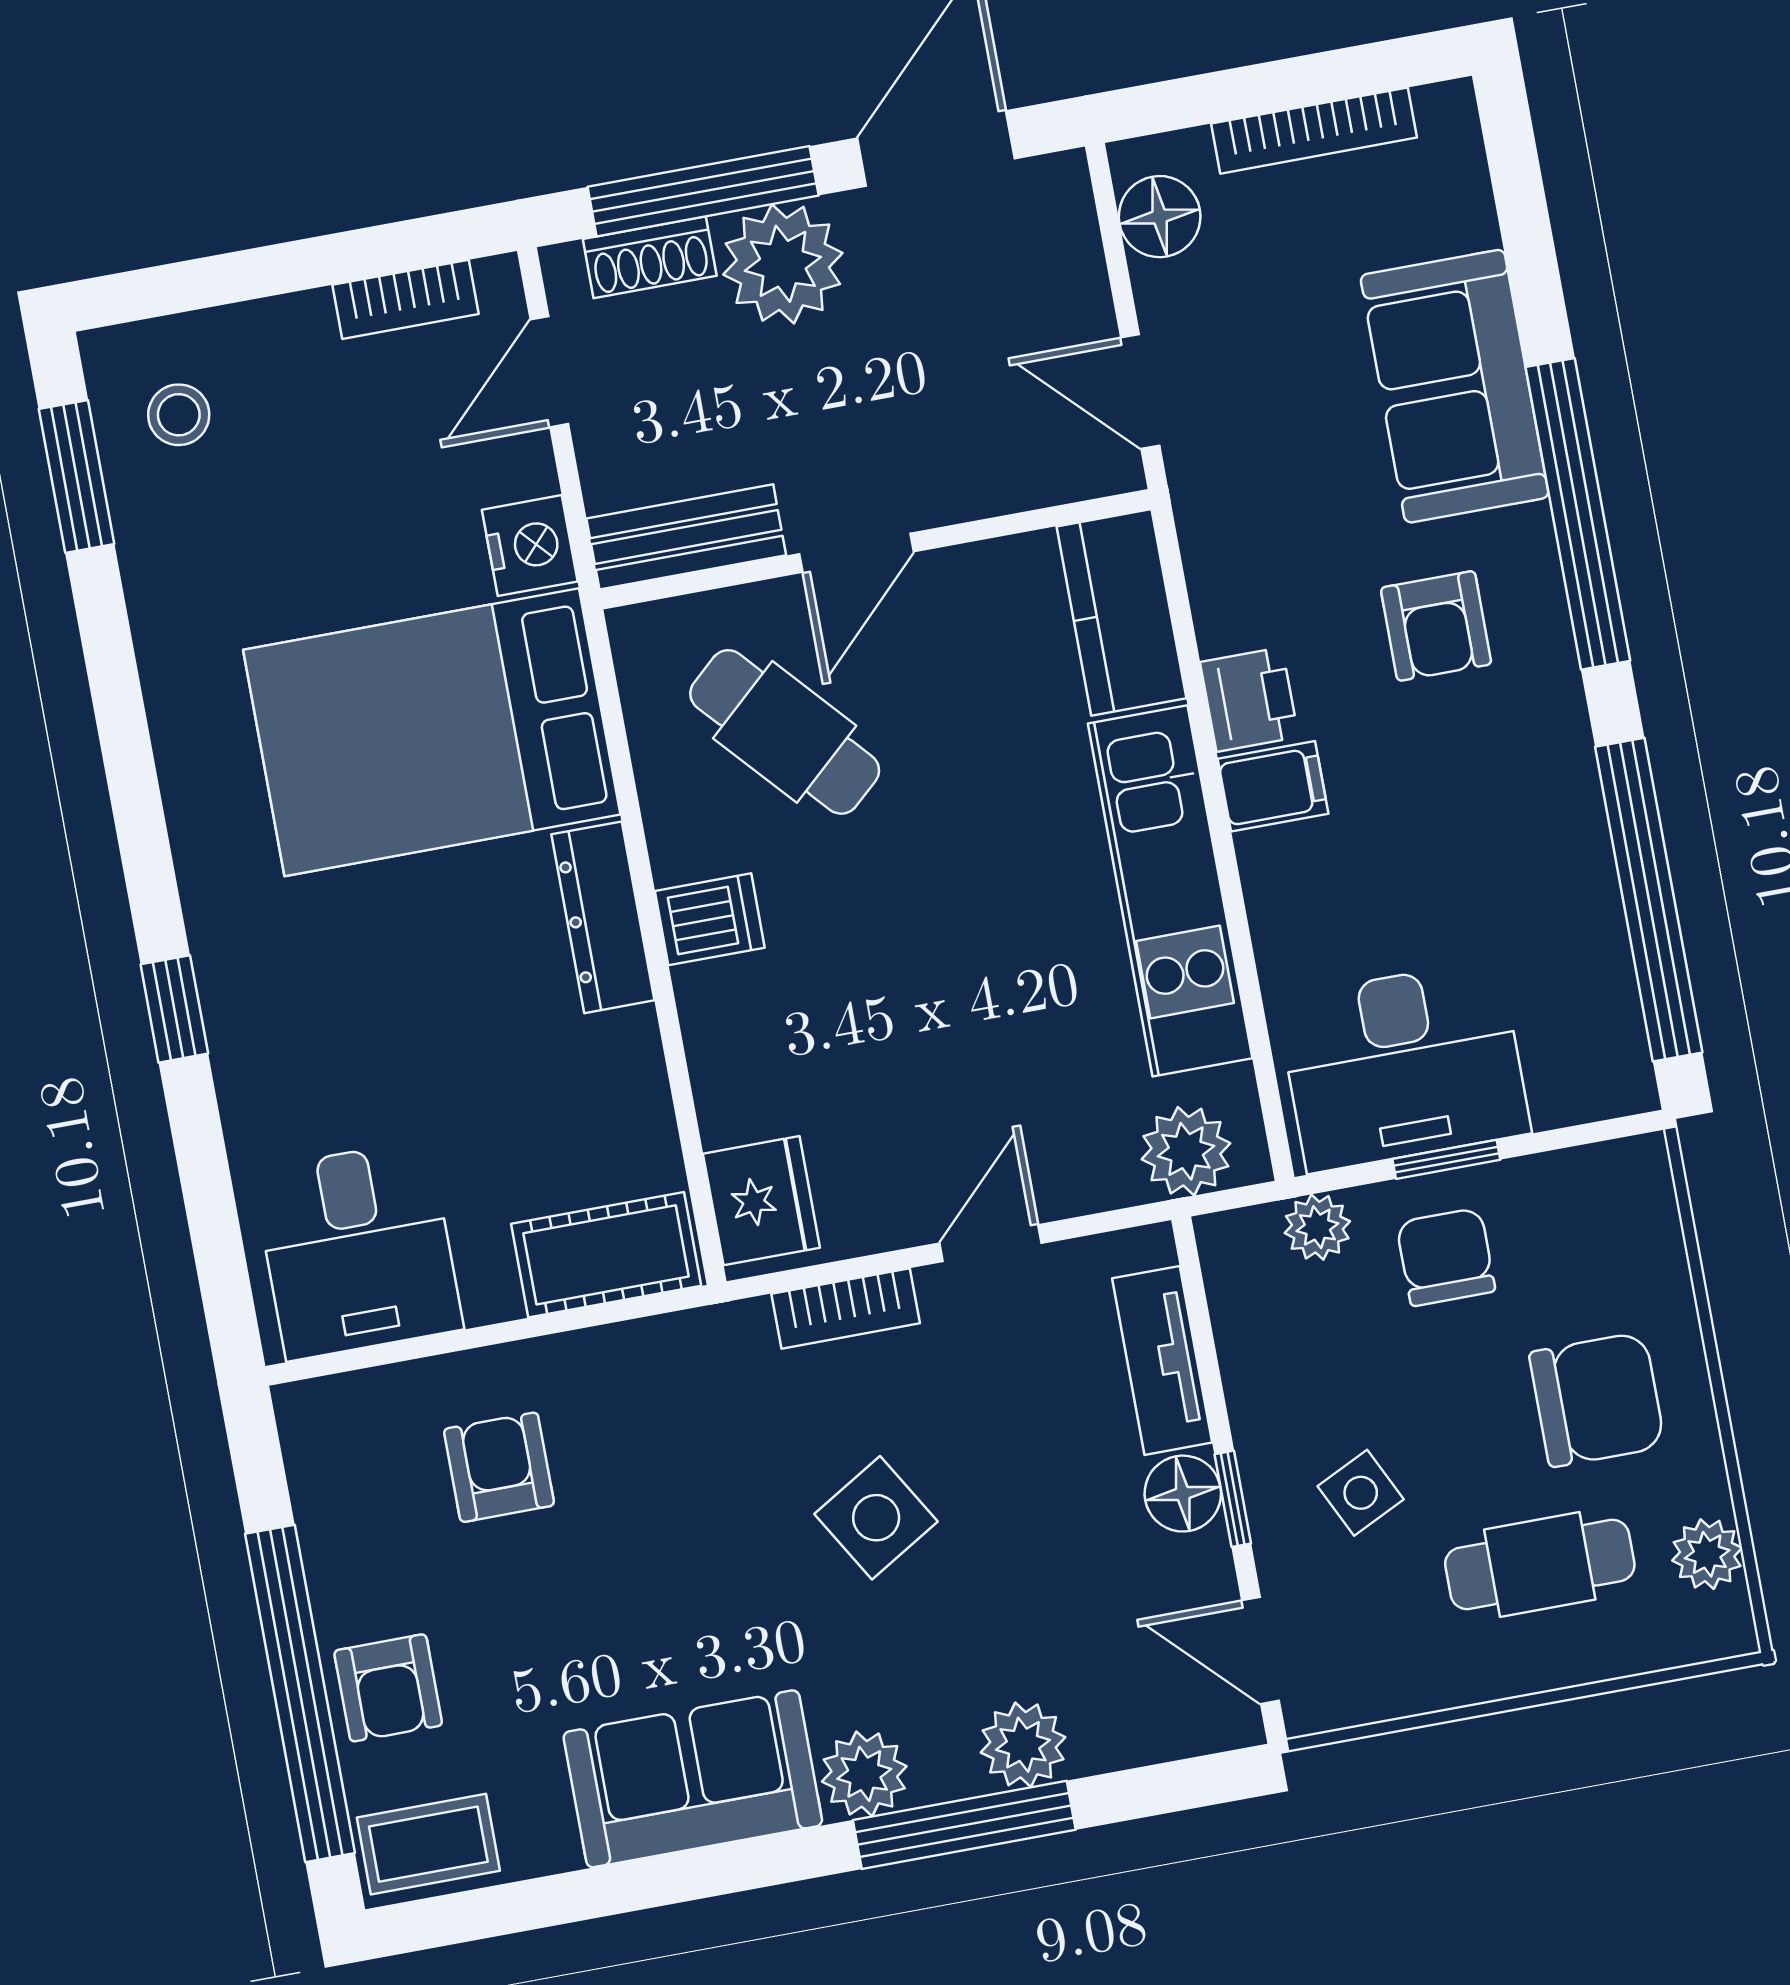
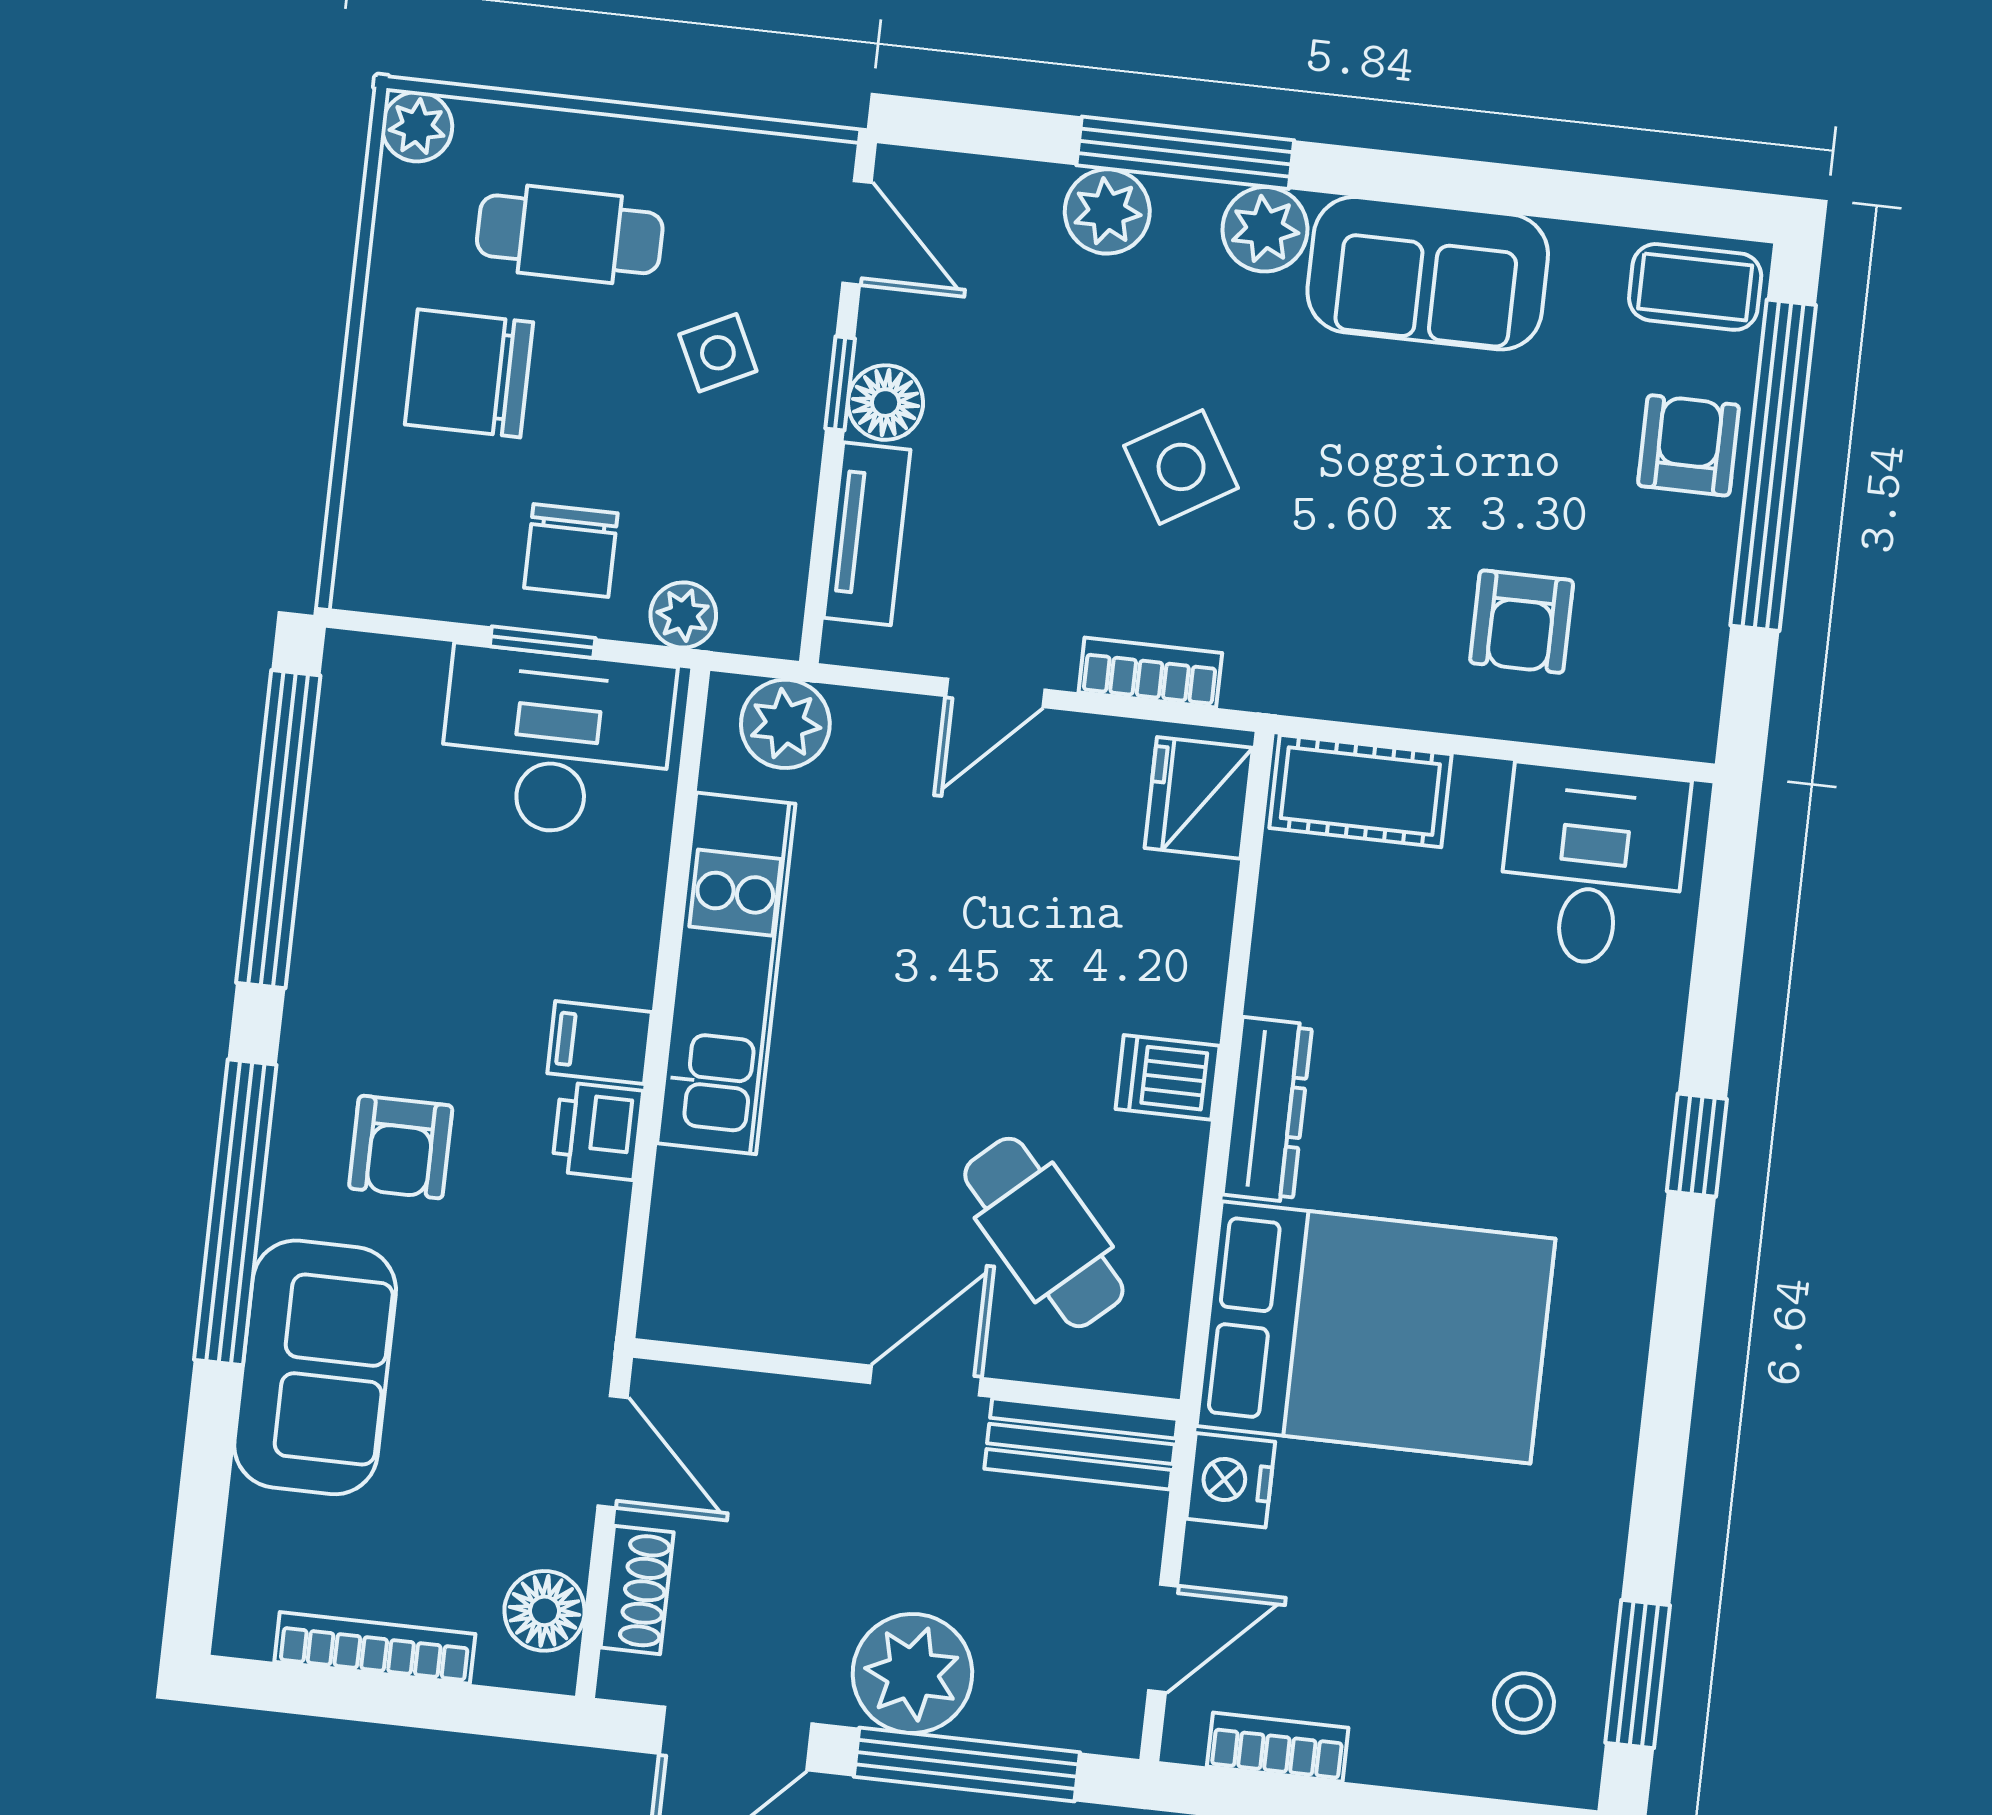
shoe rack: (650, 257) -> (637, 1590), moved, turned 90
kitchen counter: (1121, 612) -> (693, 1249), removed
armchair: (1436, 626) -> (401, 1147), turned 180
plant: (1707, 1554) -> (417, 127), moved

